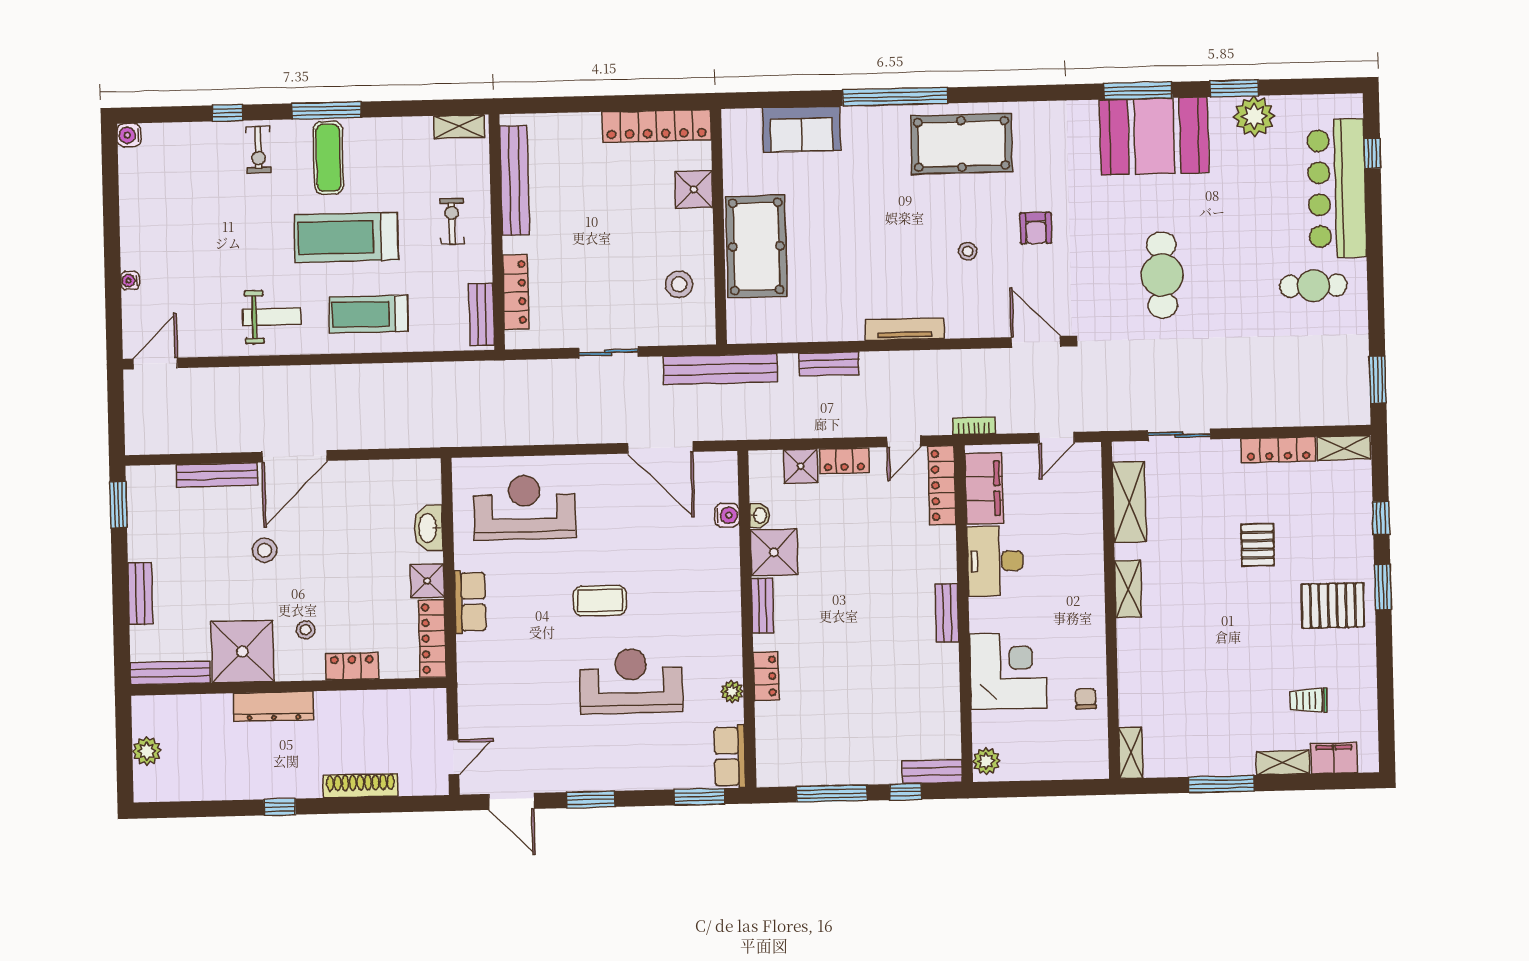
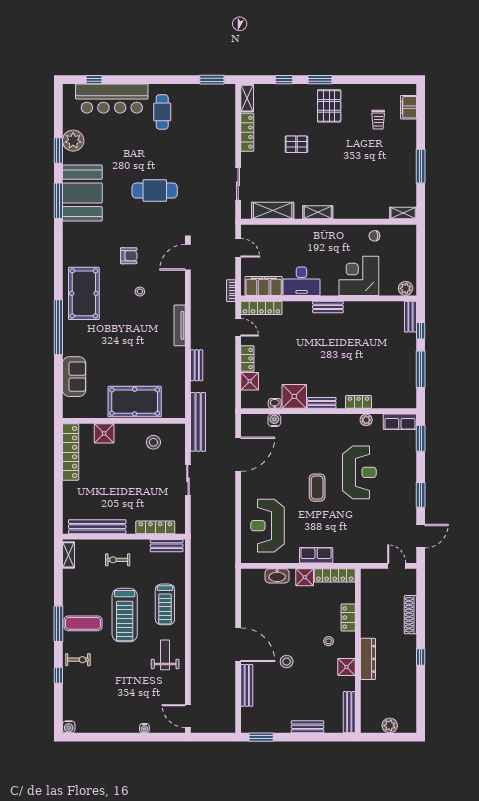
shower: (242, 652) -> (347, 667), width x0.54, depth x0.54
reception desk: (631, 681) -> (359, 472), turned 180
shelving: (1283, 763) -> (410, 134), removed

